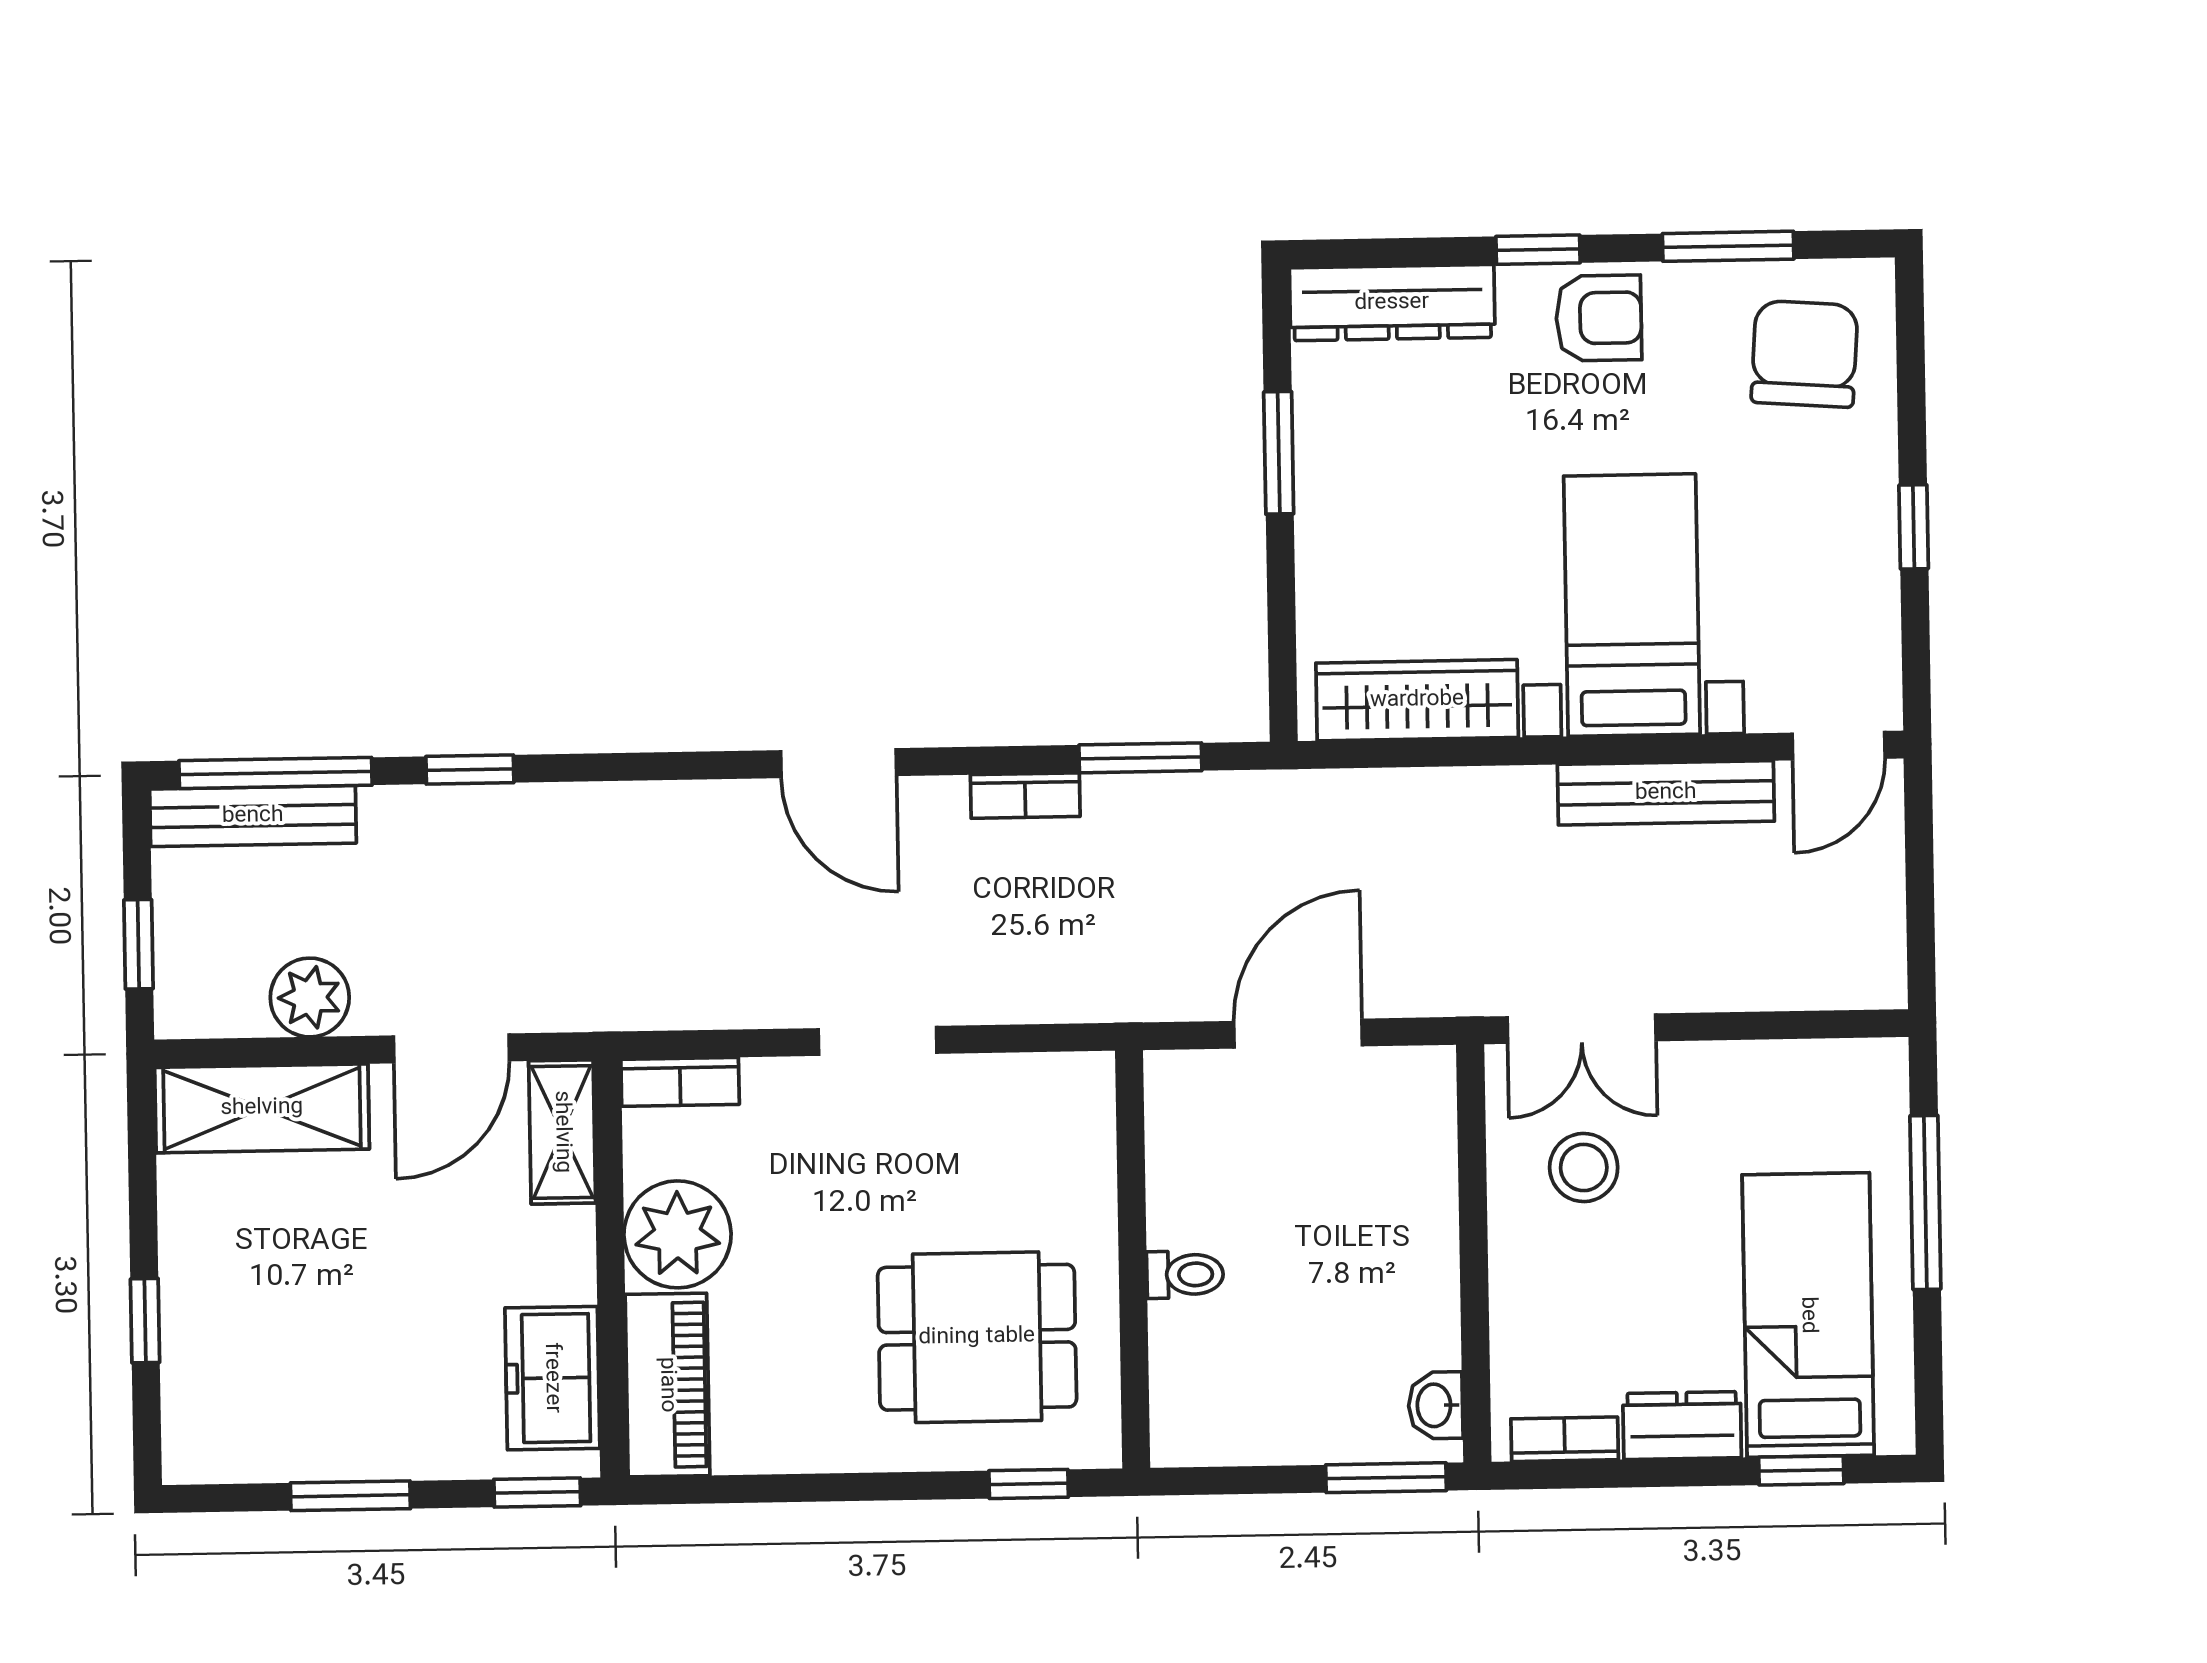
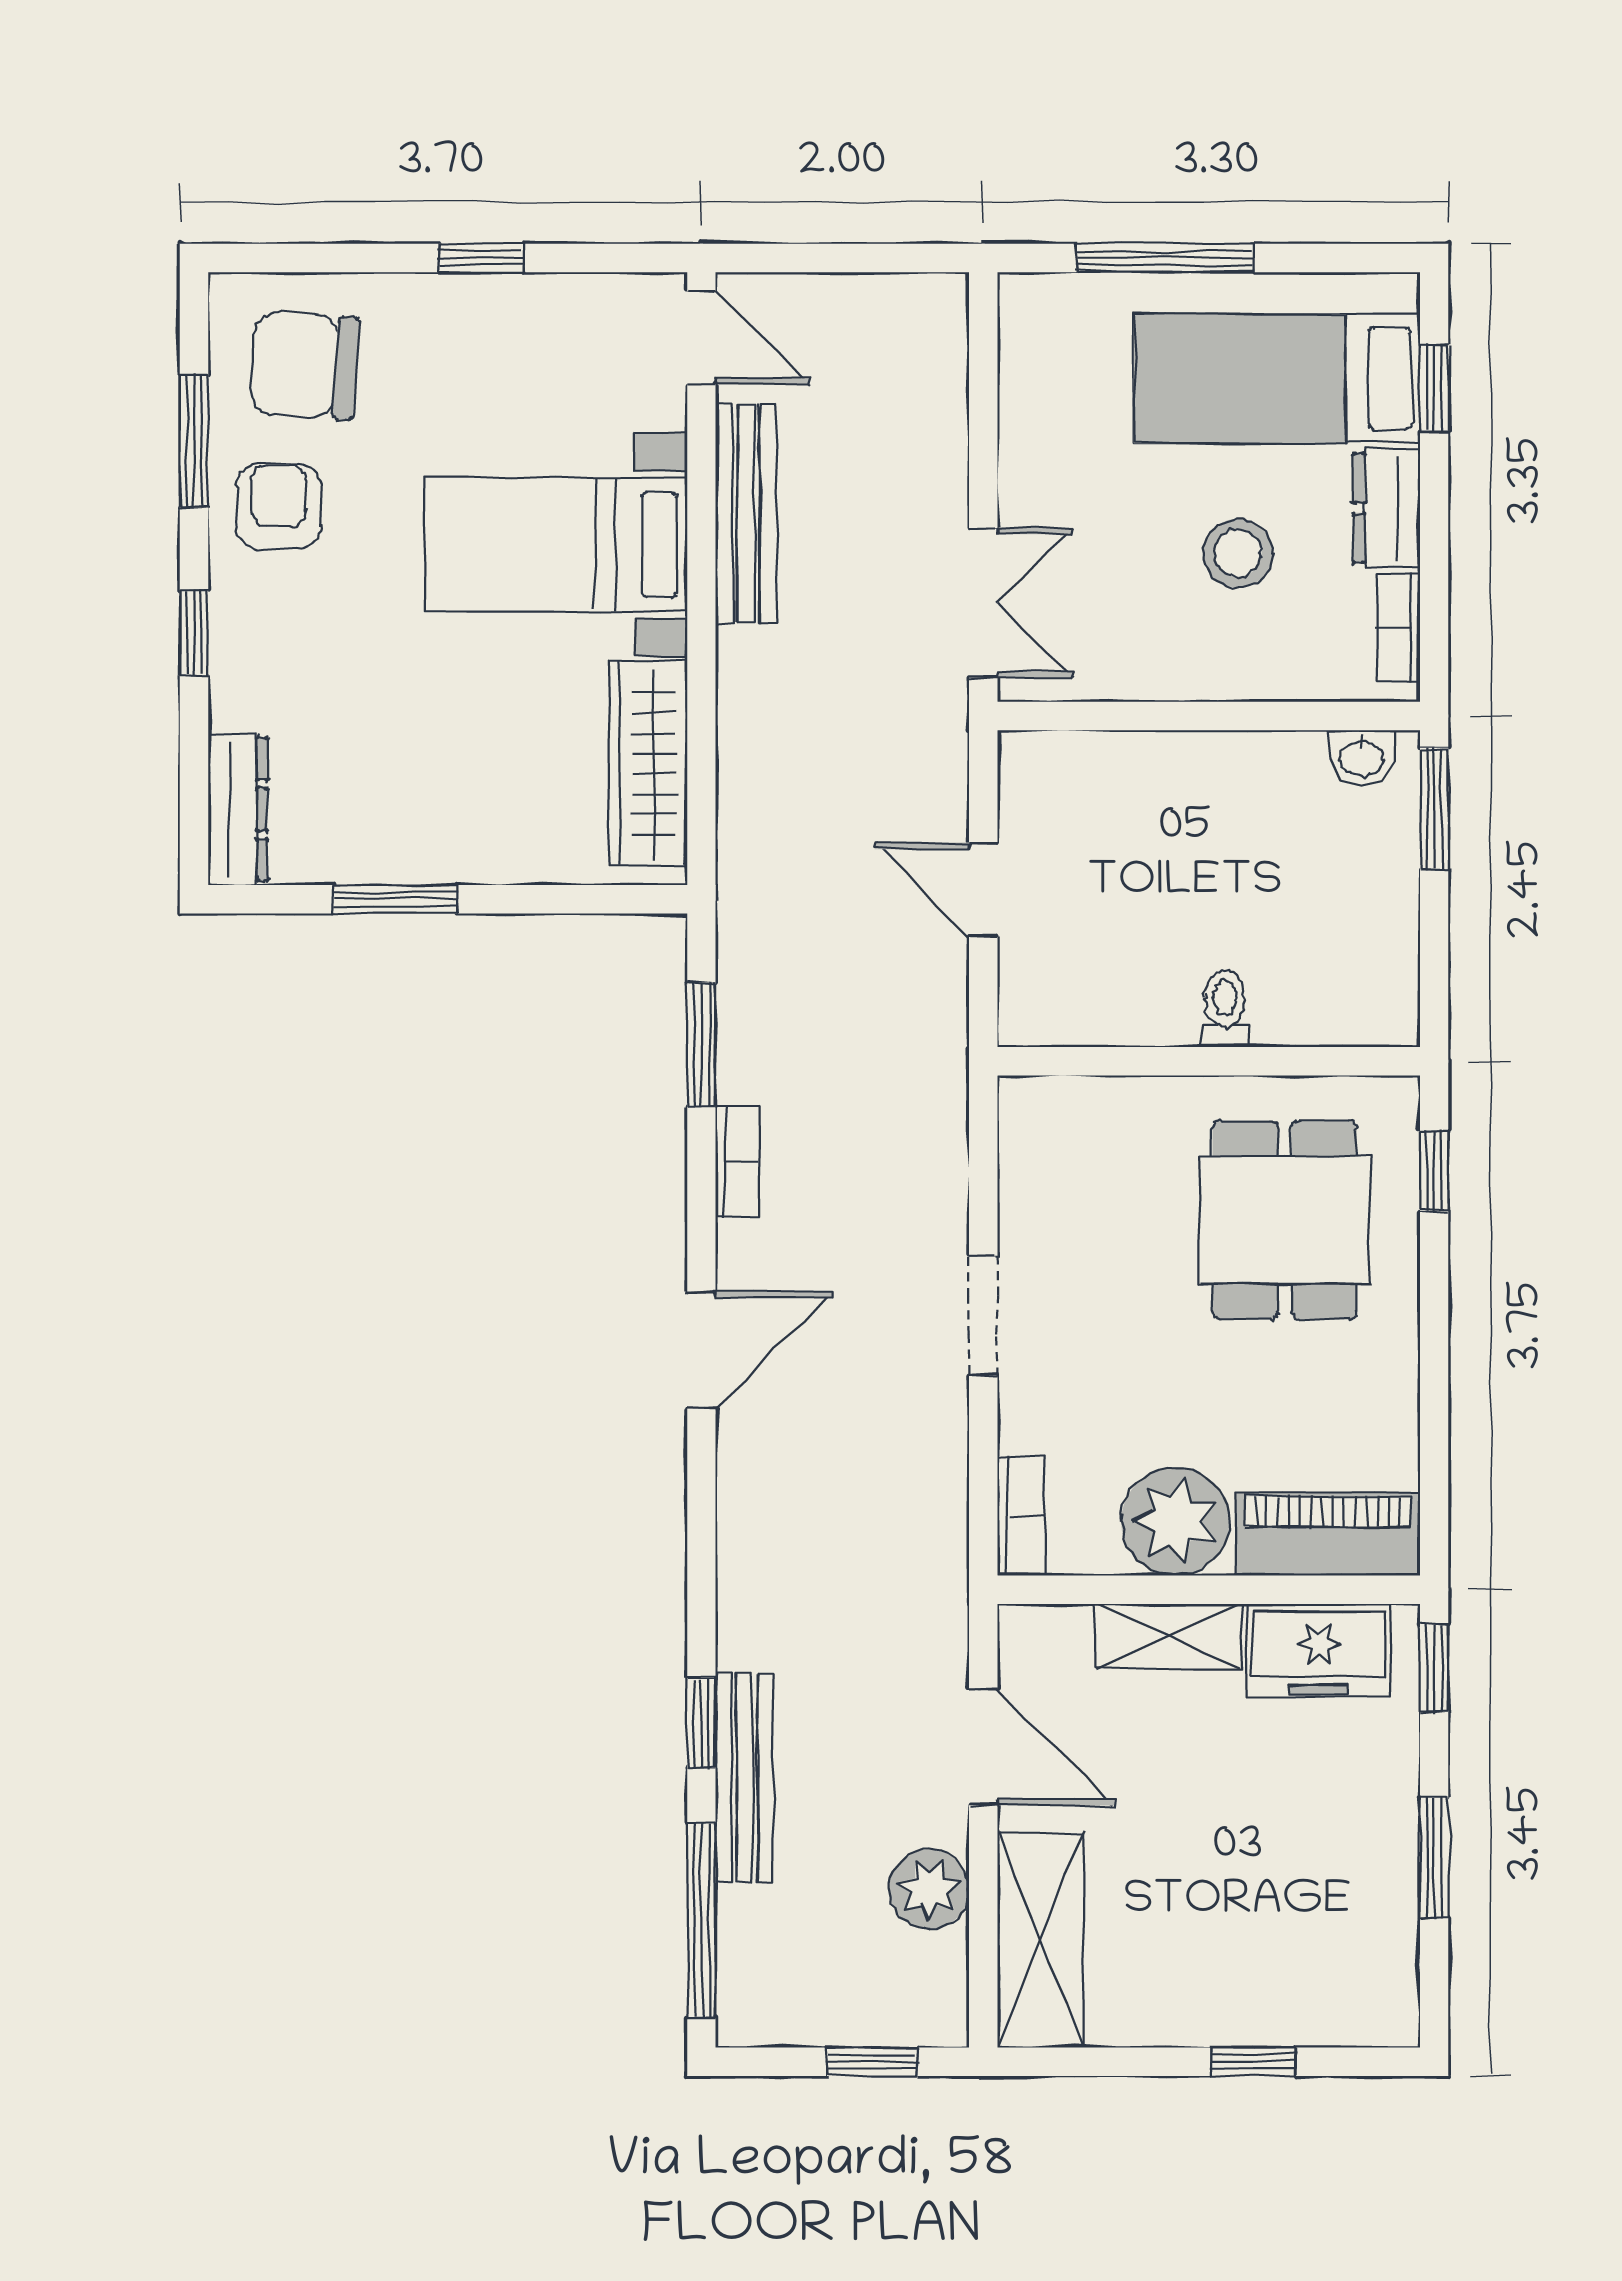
dresser: (1392, 303) -> (238, 809), width x0.73, depth x0.80
armchair: (1599, 318) -> (279, 506), moved
bench: (253, 816) -> (745, 1778), moved
door: (1298, 1034) -> (983, 890), width x0.73
shelving: (562, 1132) -> (1169, 1636), moved
stool: (1584, 1167) -> (1238, 553), moved

